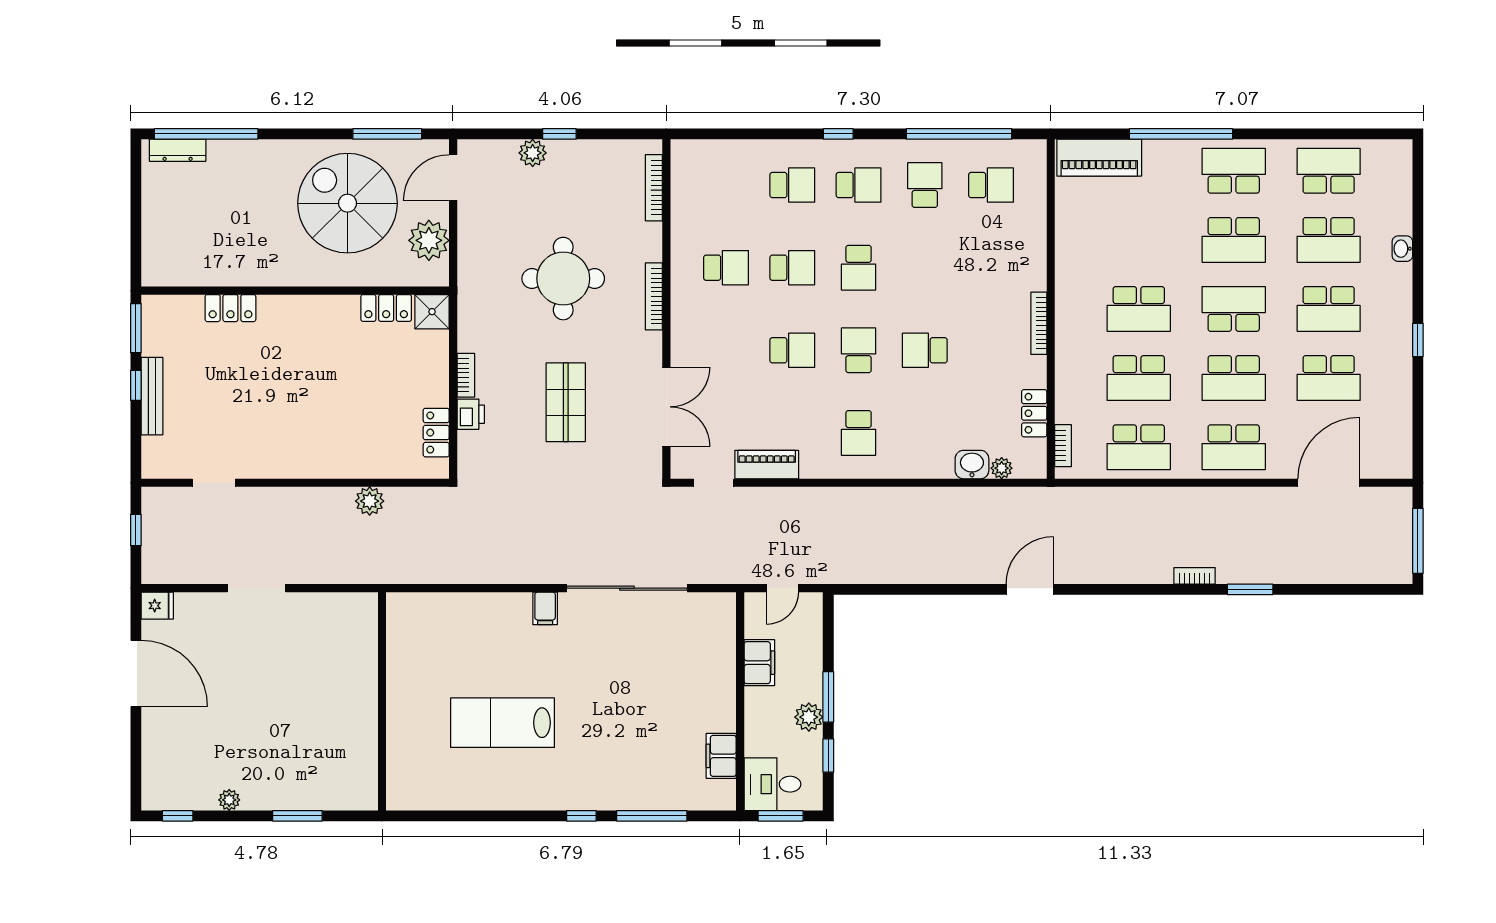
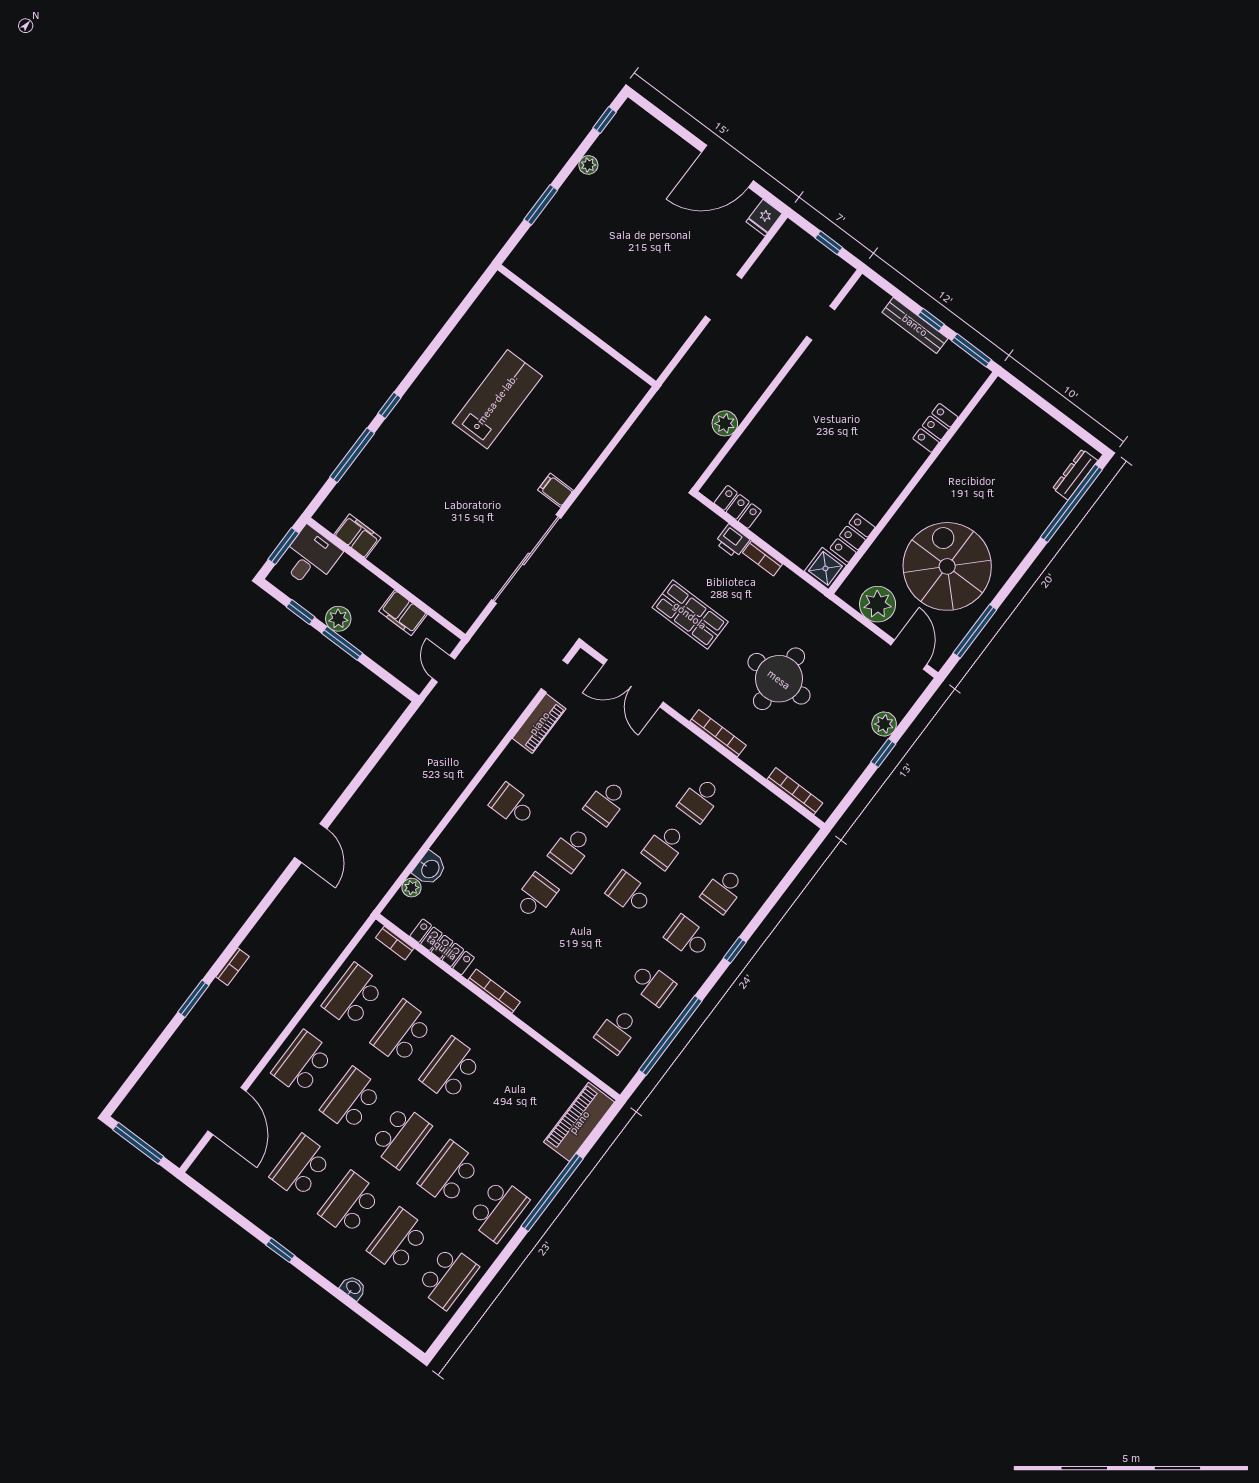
school desk: (859, 185) -> (688, 937), turned 90
spiral stairs: (348, 203) -> (947, 566), turned -90
school desk: (859, 350) -> (571, 849), turned 90
locker: (1034, 413) -> (442, 947), width x1.53

